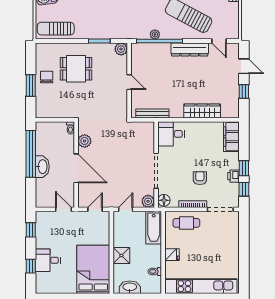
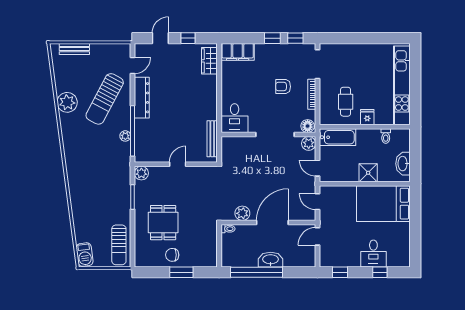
wardrobe: (202, 111) -> (209, 61), moved, width x0.67
printer: (234, 176) -> (281, 50), removed
cafe table: (186, 223) -> (346, 102), moved

